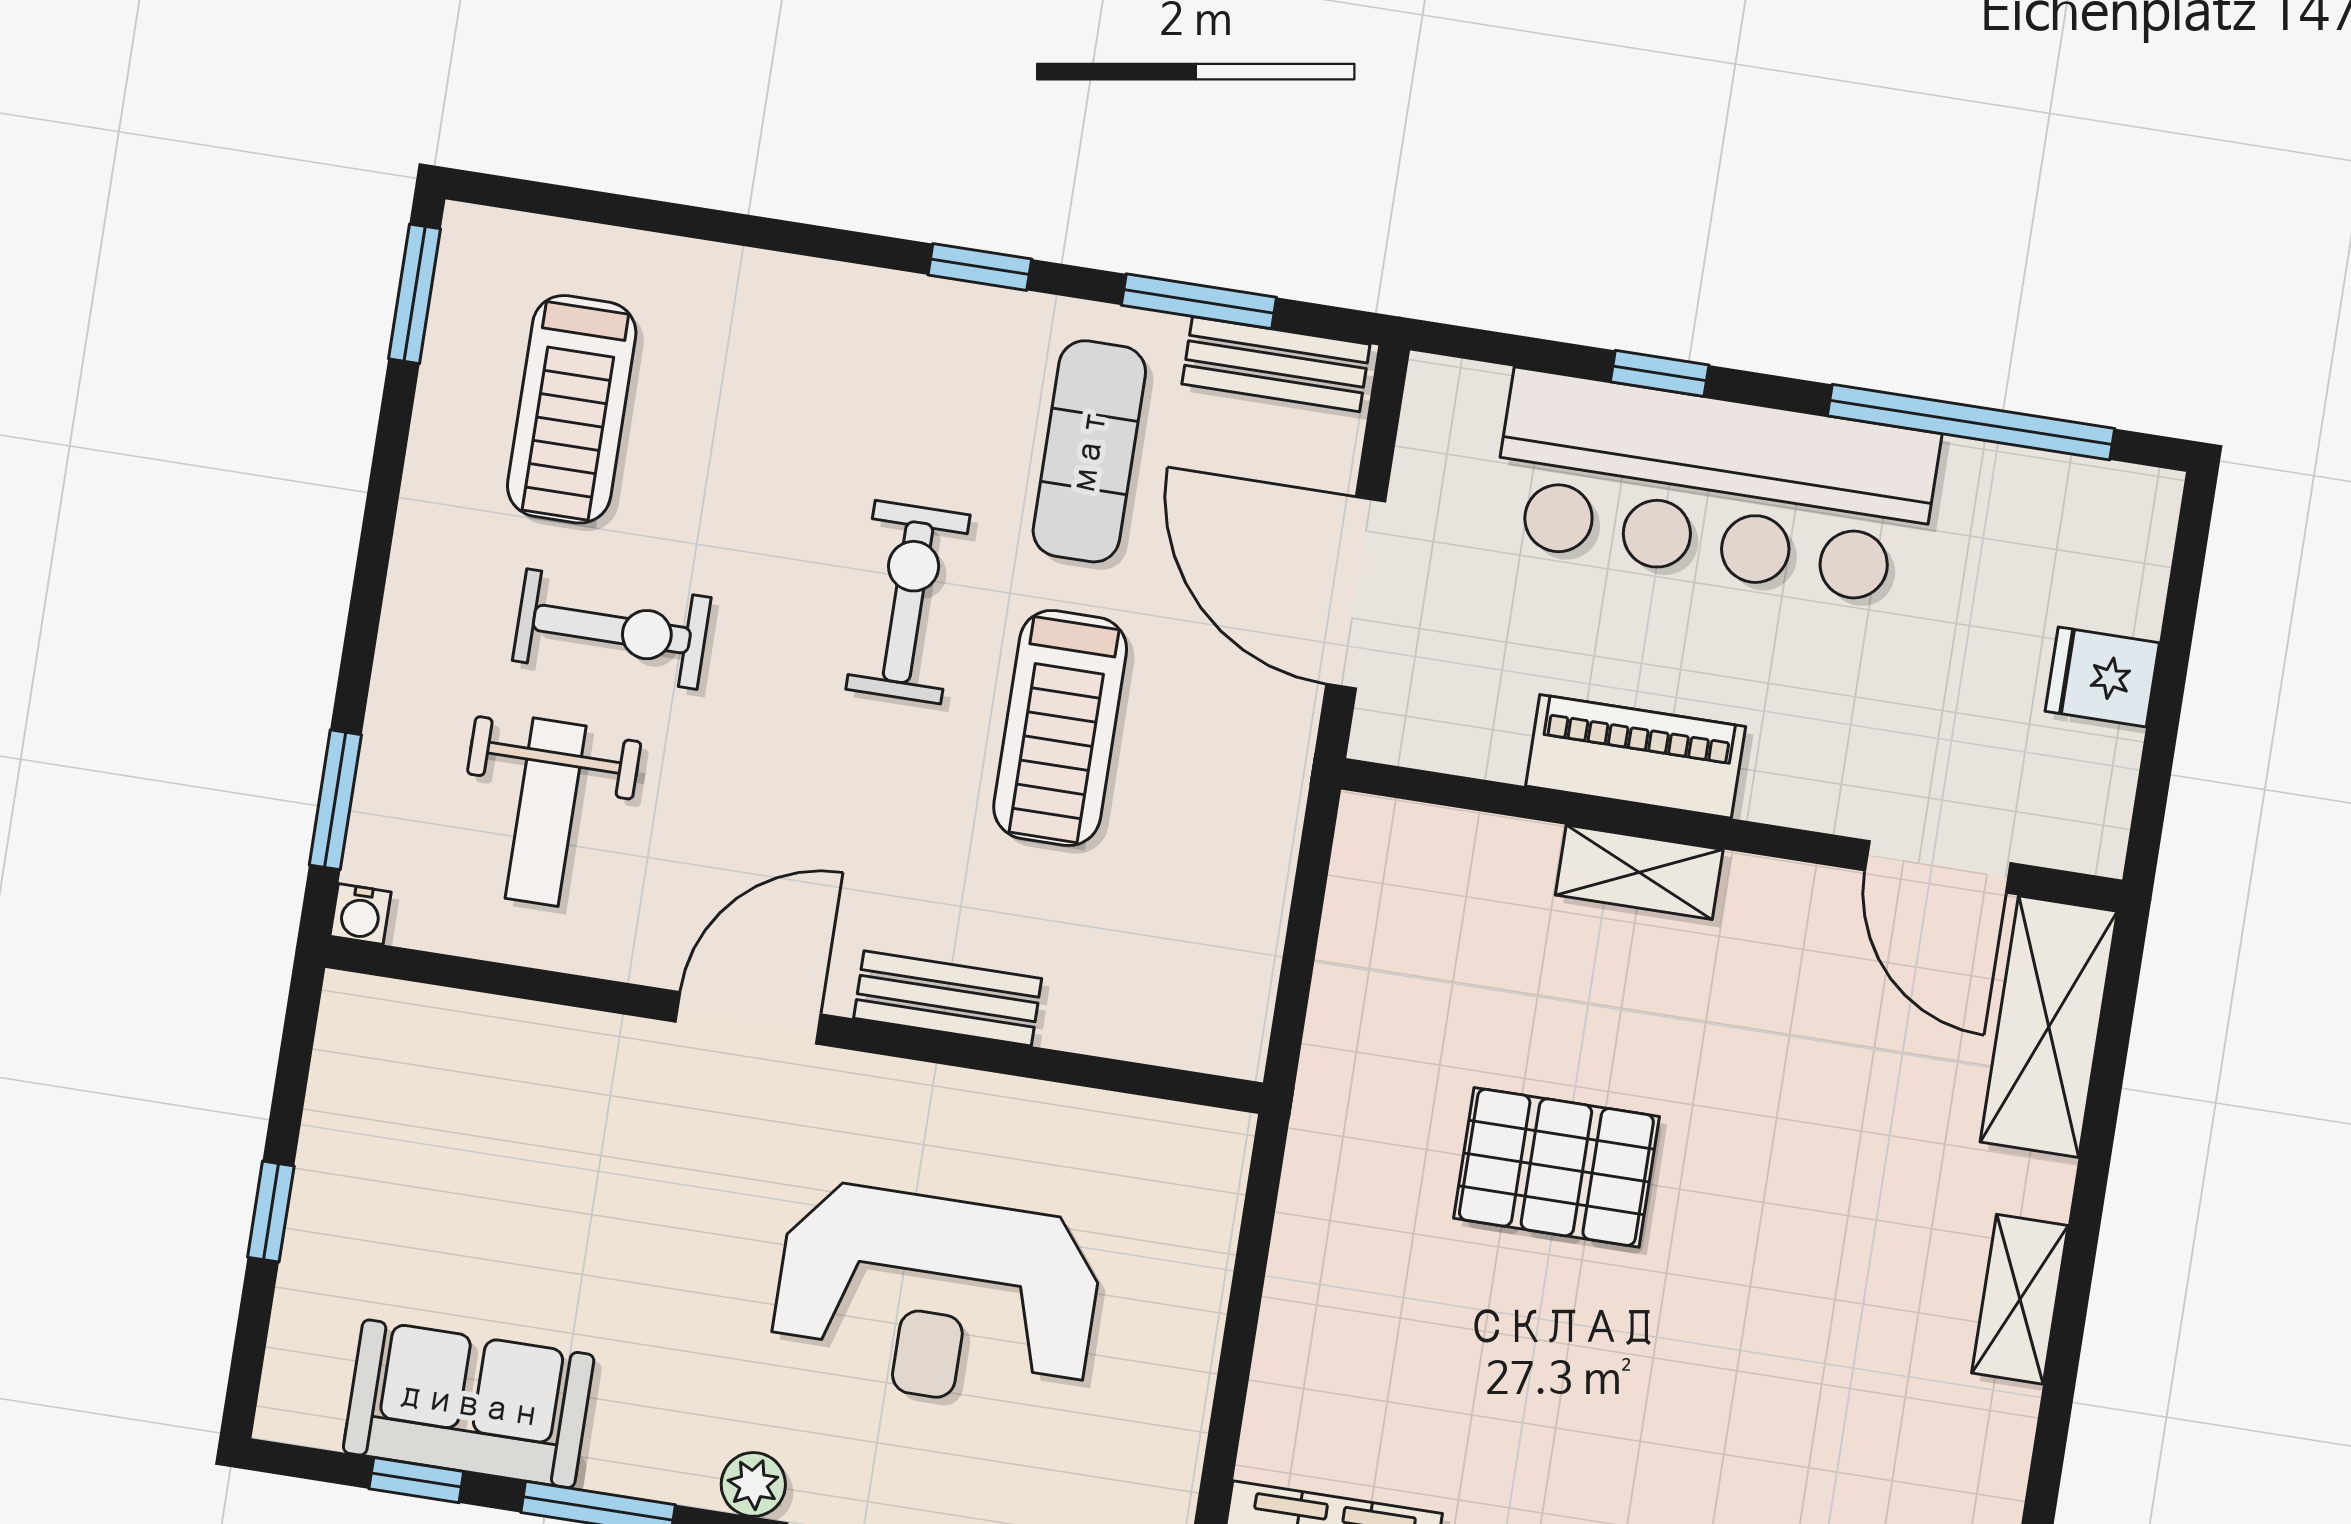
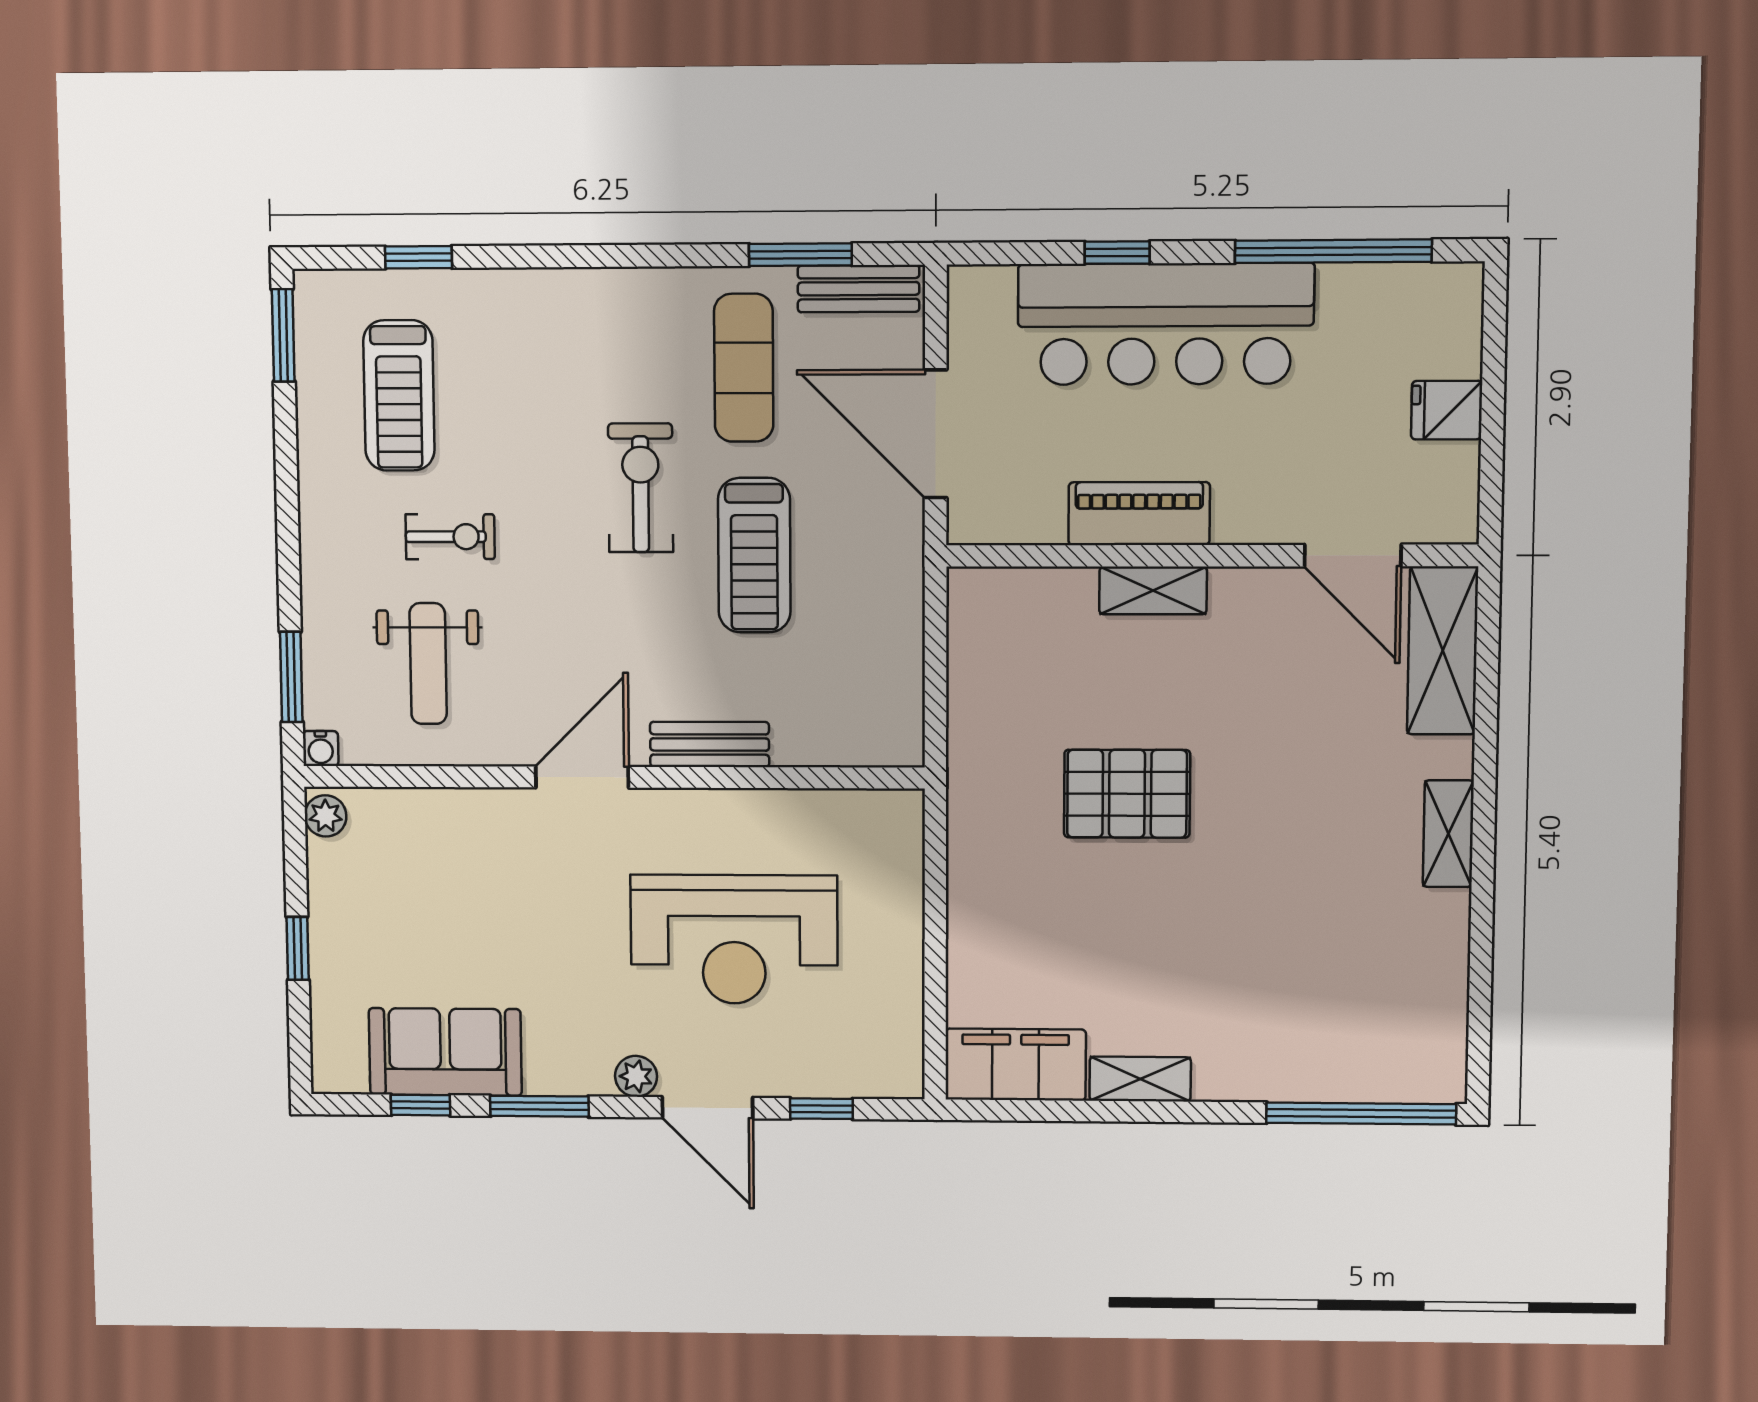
window: (980, 267) -> (418, 257), moved
exercise bike: (612, 629) -> (450, 537), width x0.73, depth x0.72
plant: (350, 1017) -> (326, 816), added

